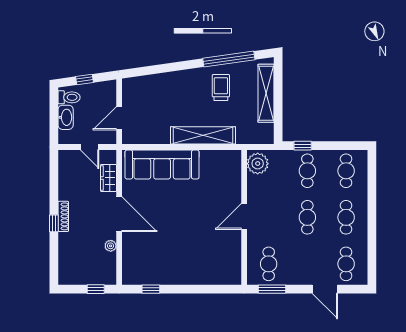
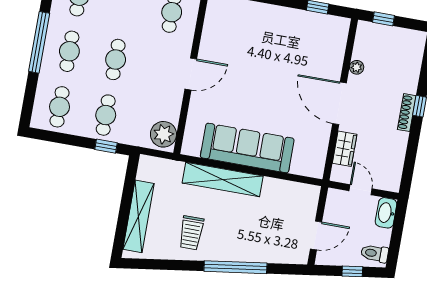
window: (229, 59) -> (235, 267), moved
washbasin: (66, 117) -> (386, 213), moved
door: (119, 118) -> (316, 235), moved
sofa: (162, 165) -> (247, 148), moved
window: (372, 220) -> (39, 42), added

